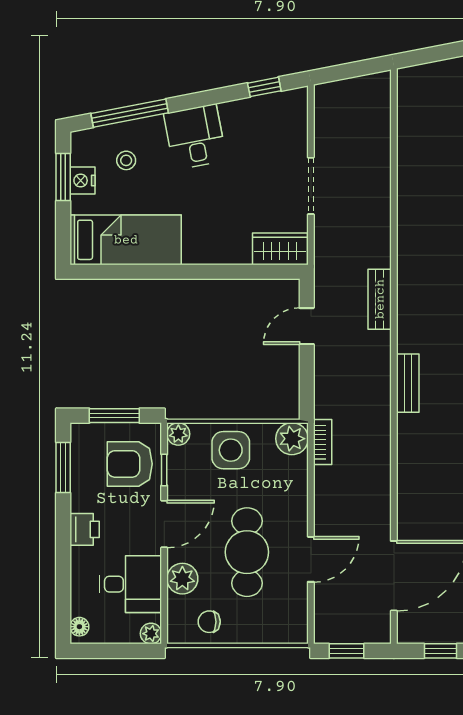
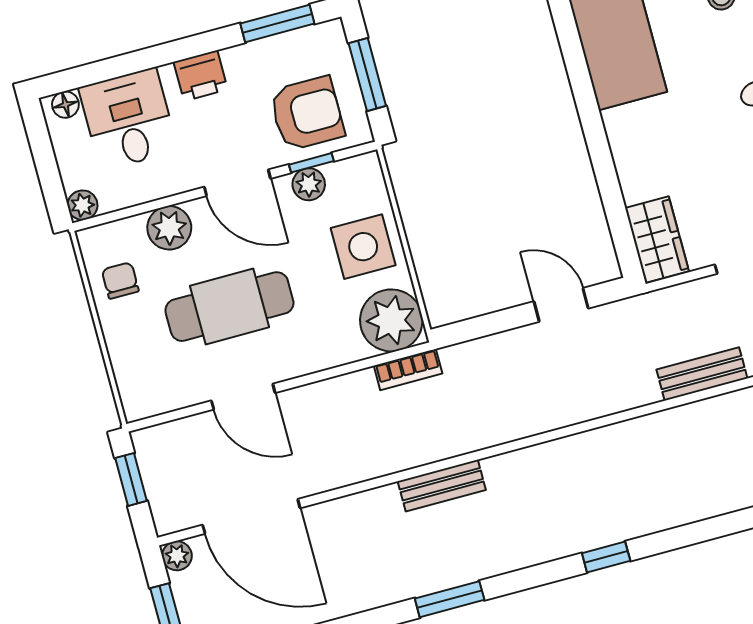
bench: (380, 299) -> (702, 374), moved
bench: (408, 383) -> (442, 486), moved
plant: (178, 434) -> (309, 184), moved
plant: (292, 439) -> (391, 320), width x1.36, depth x1.36
armchair: (130, 464) -> (307, 113), turned 90
desk: (131, 584) -> (128, 119), moved, turned 180
plant: (407, 634) -> (177, 556), added

